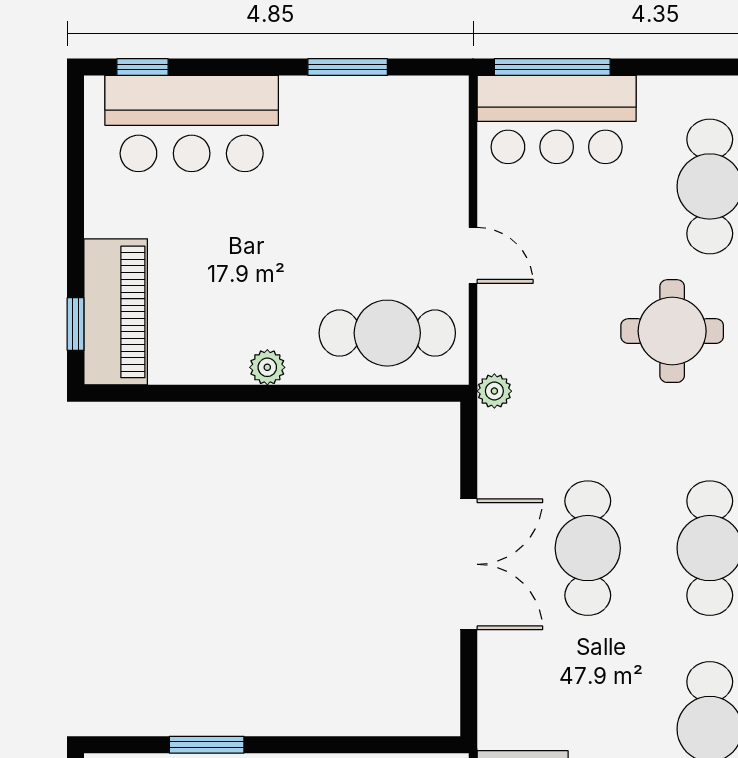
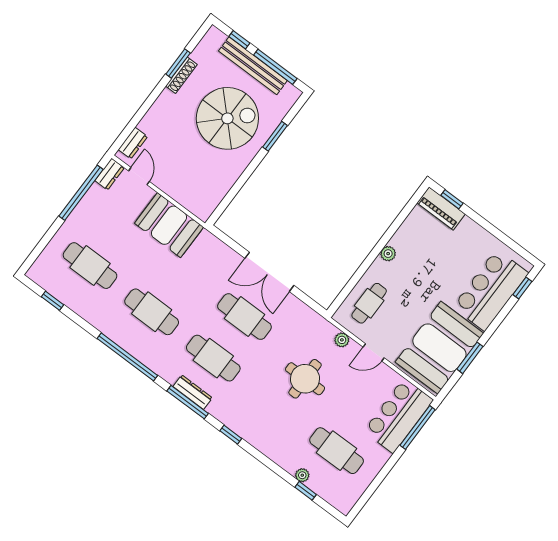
booth: (372, 138) -> (439, 348), added
piano: (116, 312) -> (441, 208), width x0.73, depth x0.75
round table: (672, 331) -> (305, 379), moved
cafe table: (387, 333) -> (369, 303), width x0.73, depth x0.74
plant: (494, 391) -> (342, 340), moved

